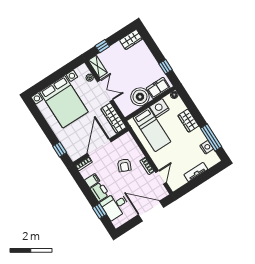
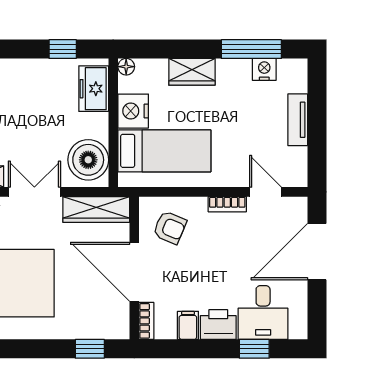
boiler: (140, 97) -> (88, 160), moved
armchair: (124, 165) -> (170, 228), moved

